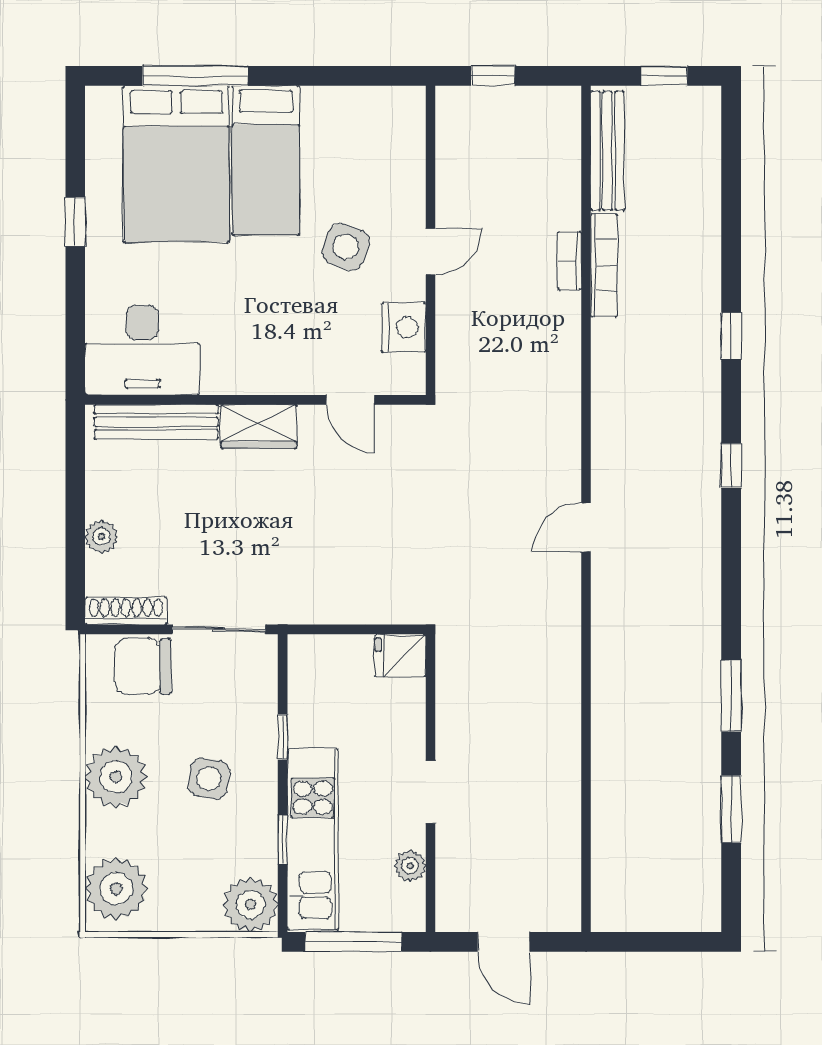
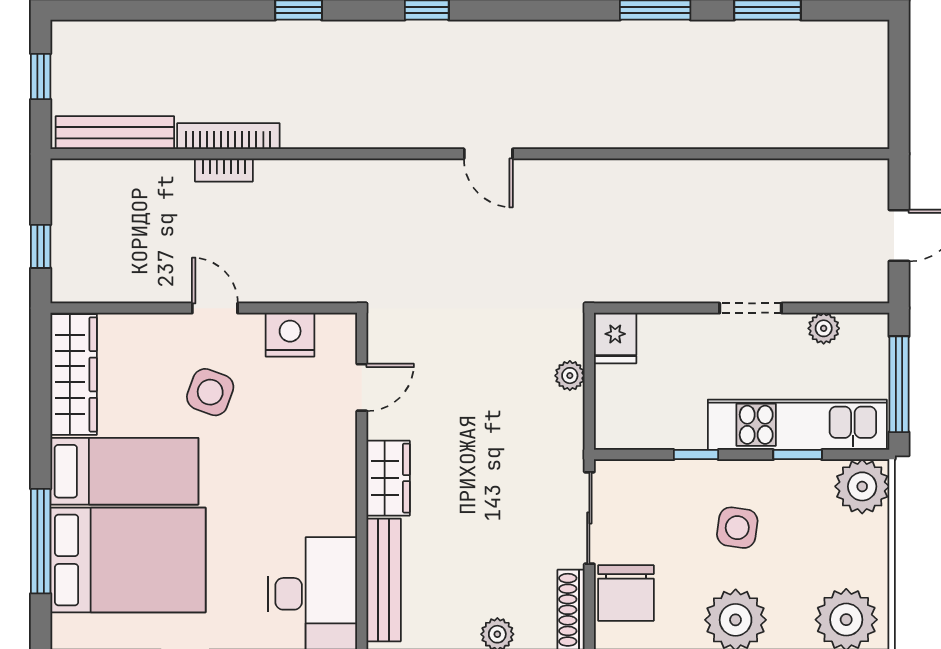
wardrobe: (364, 109) -> (74, 374), added
plant: (362, 610) -> (570, 376), added

